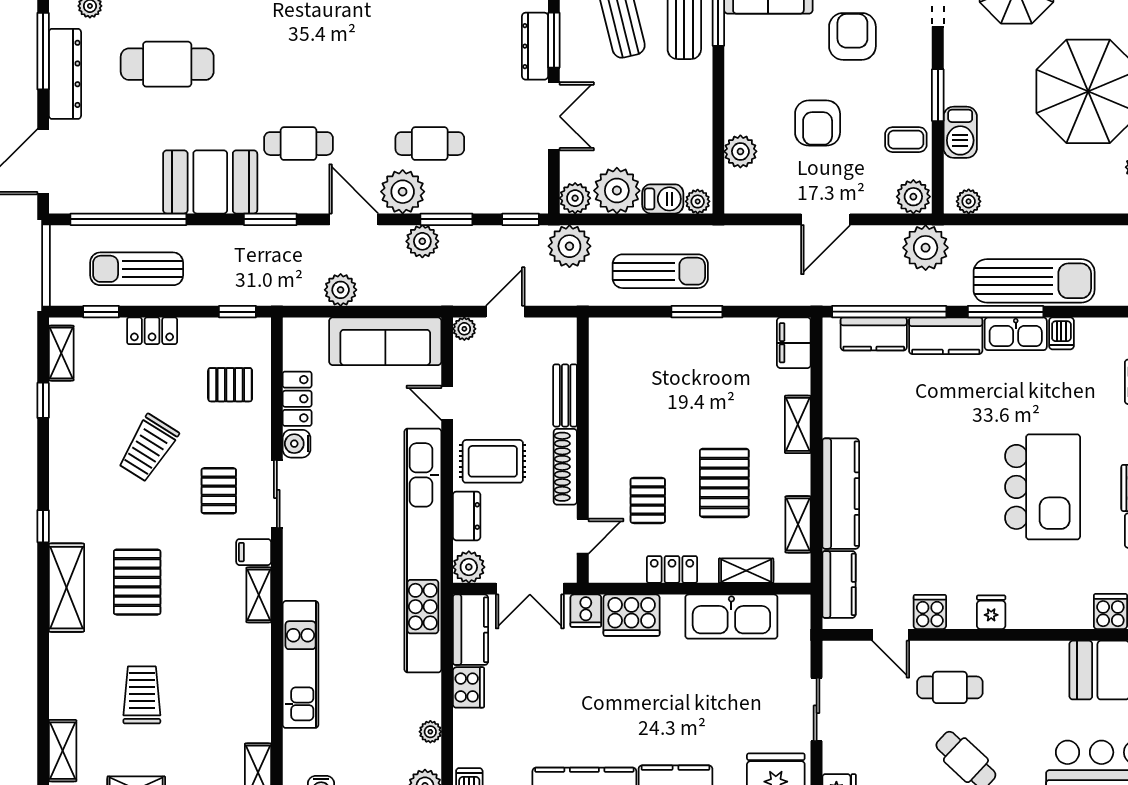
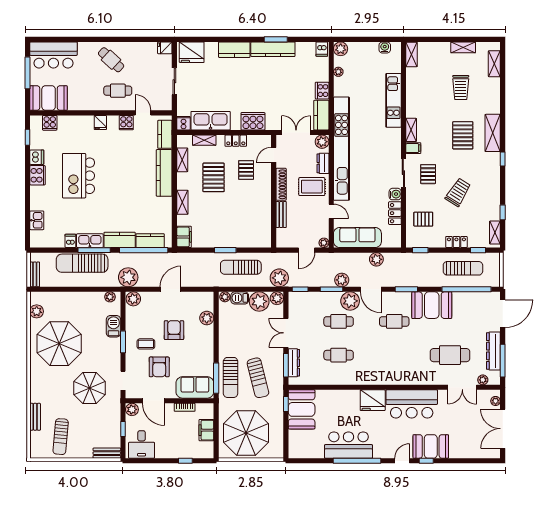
cafe table: (430, 64) -> (339, 355), added
coffee table: (906, 140) -> (146, 344), moved
cooker: (586, 611) -> (183, 123), moved

